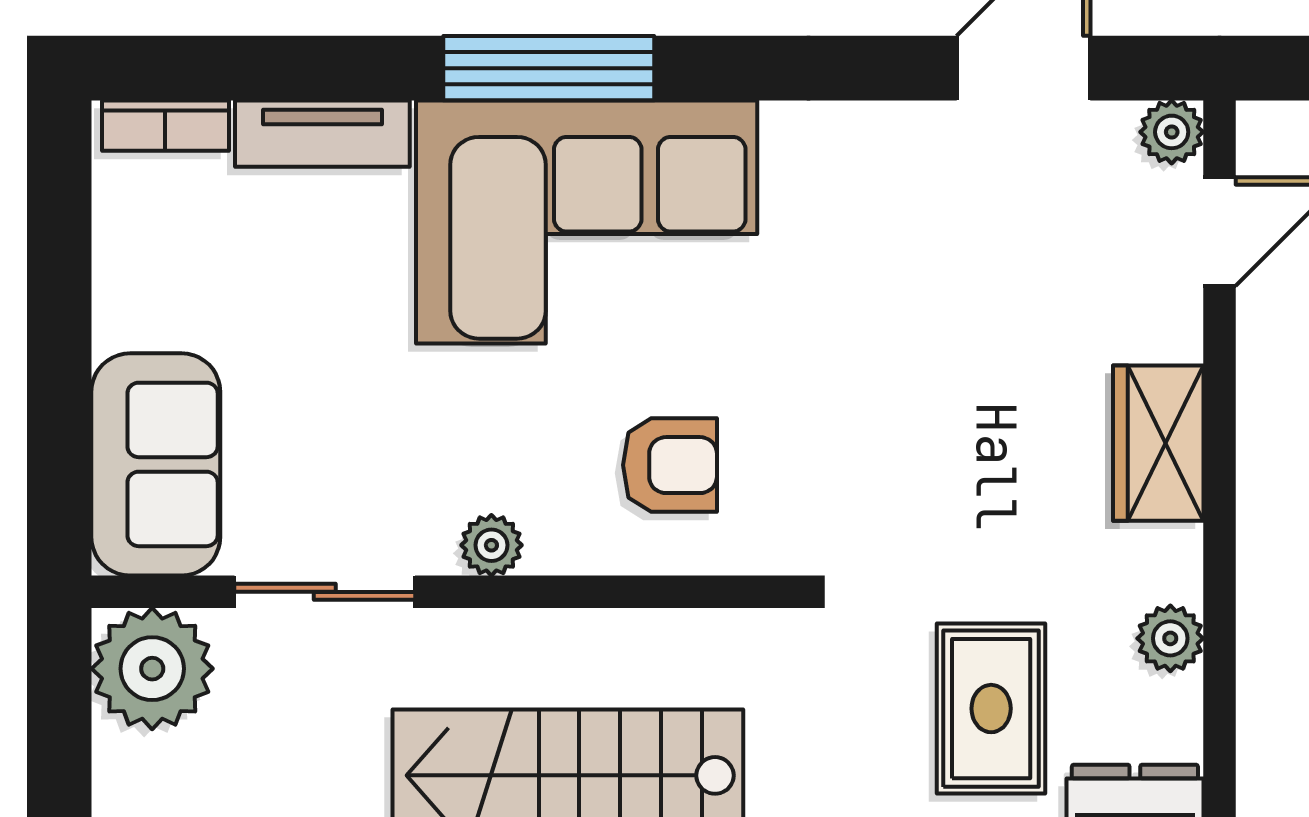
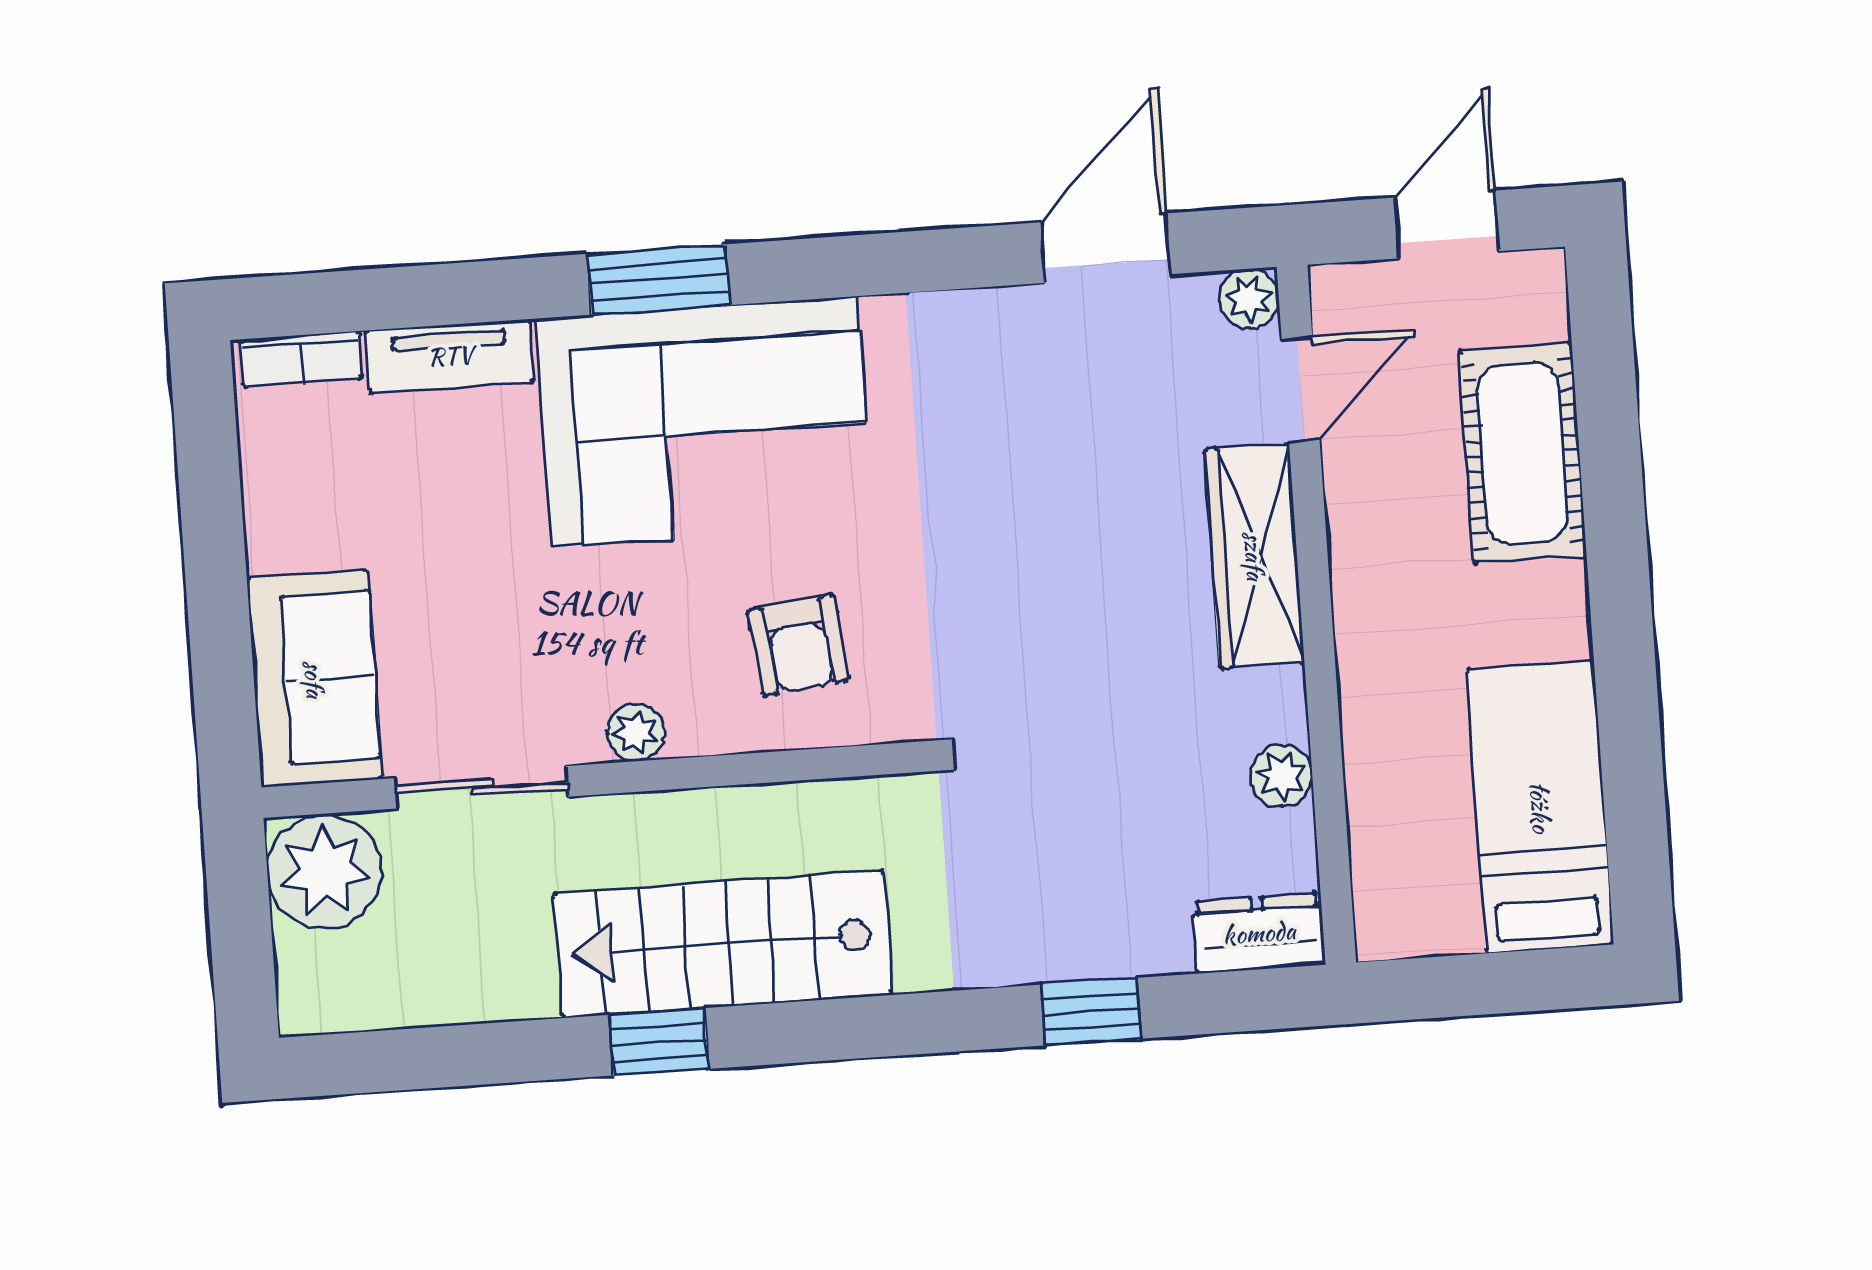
window: (549, 68) -> (658, 279), width x0.69
wardrobe: (1158, 443) -> (1254, 556), width x1.50
armchair: (670, 465) -> (799, 645), turned 83
rug: (991, 709) -> (1117, 853), removed

